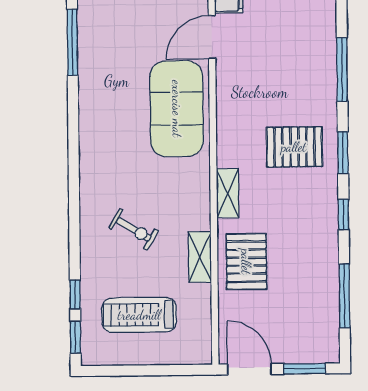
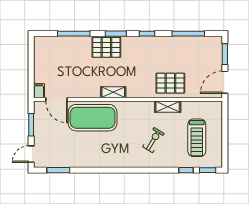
window: (72, 42) -> (58, 170), width x0.69
pallet: (294, 147) -> (106, 47), moved, turned 90
shelving: (228, 193) -> (113, 92), moved

